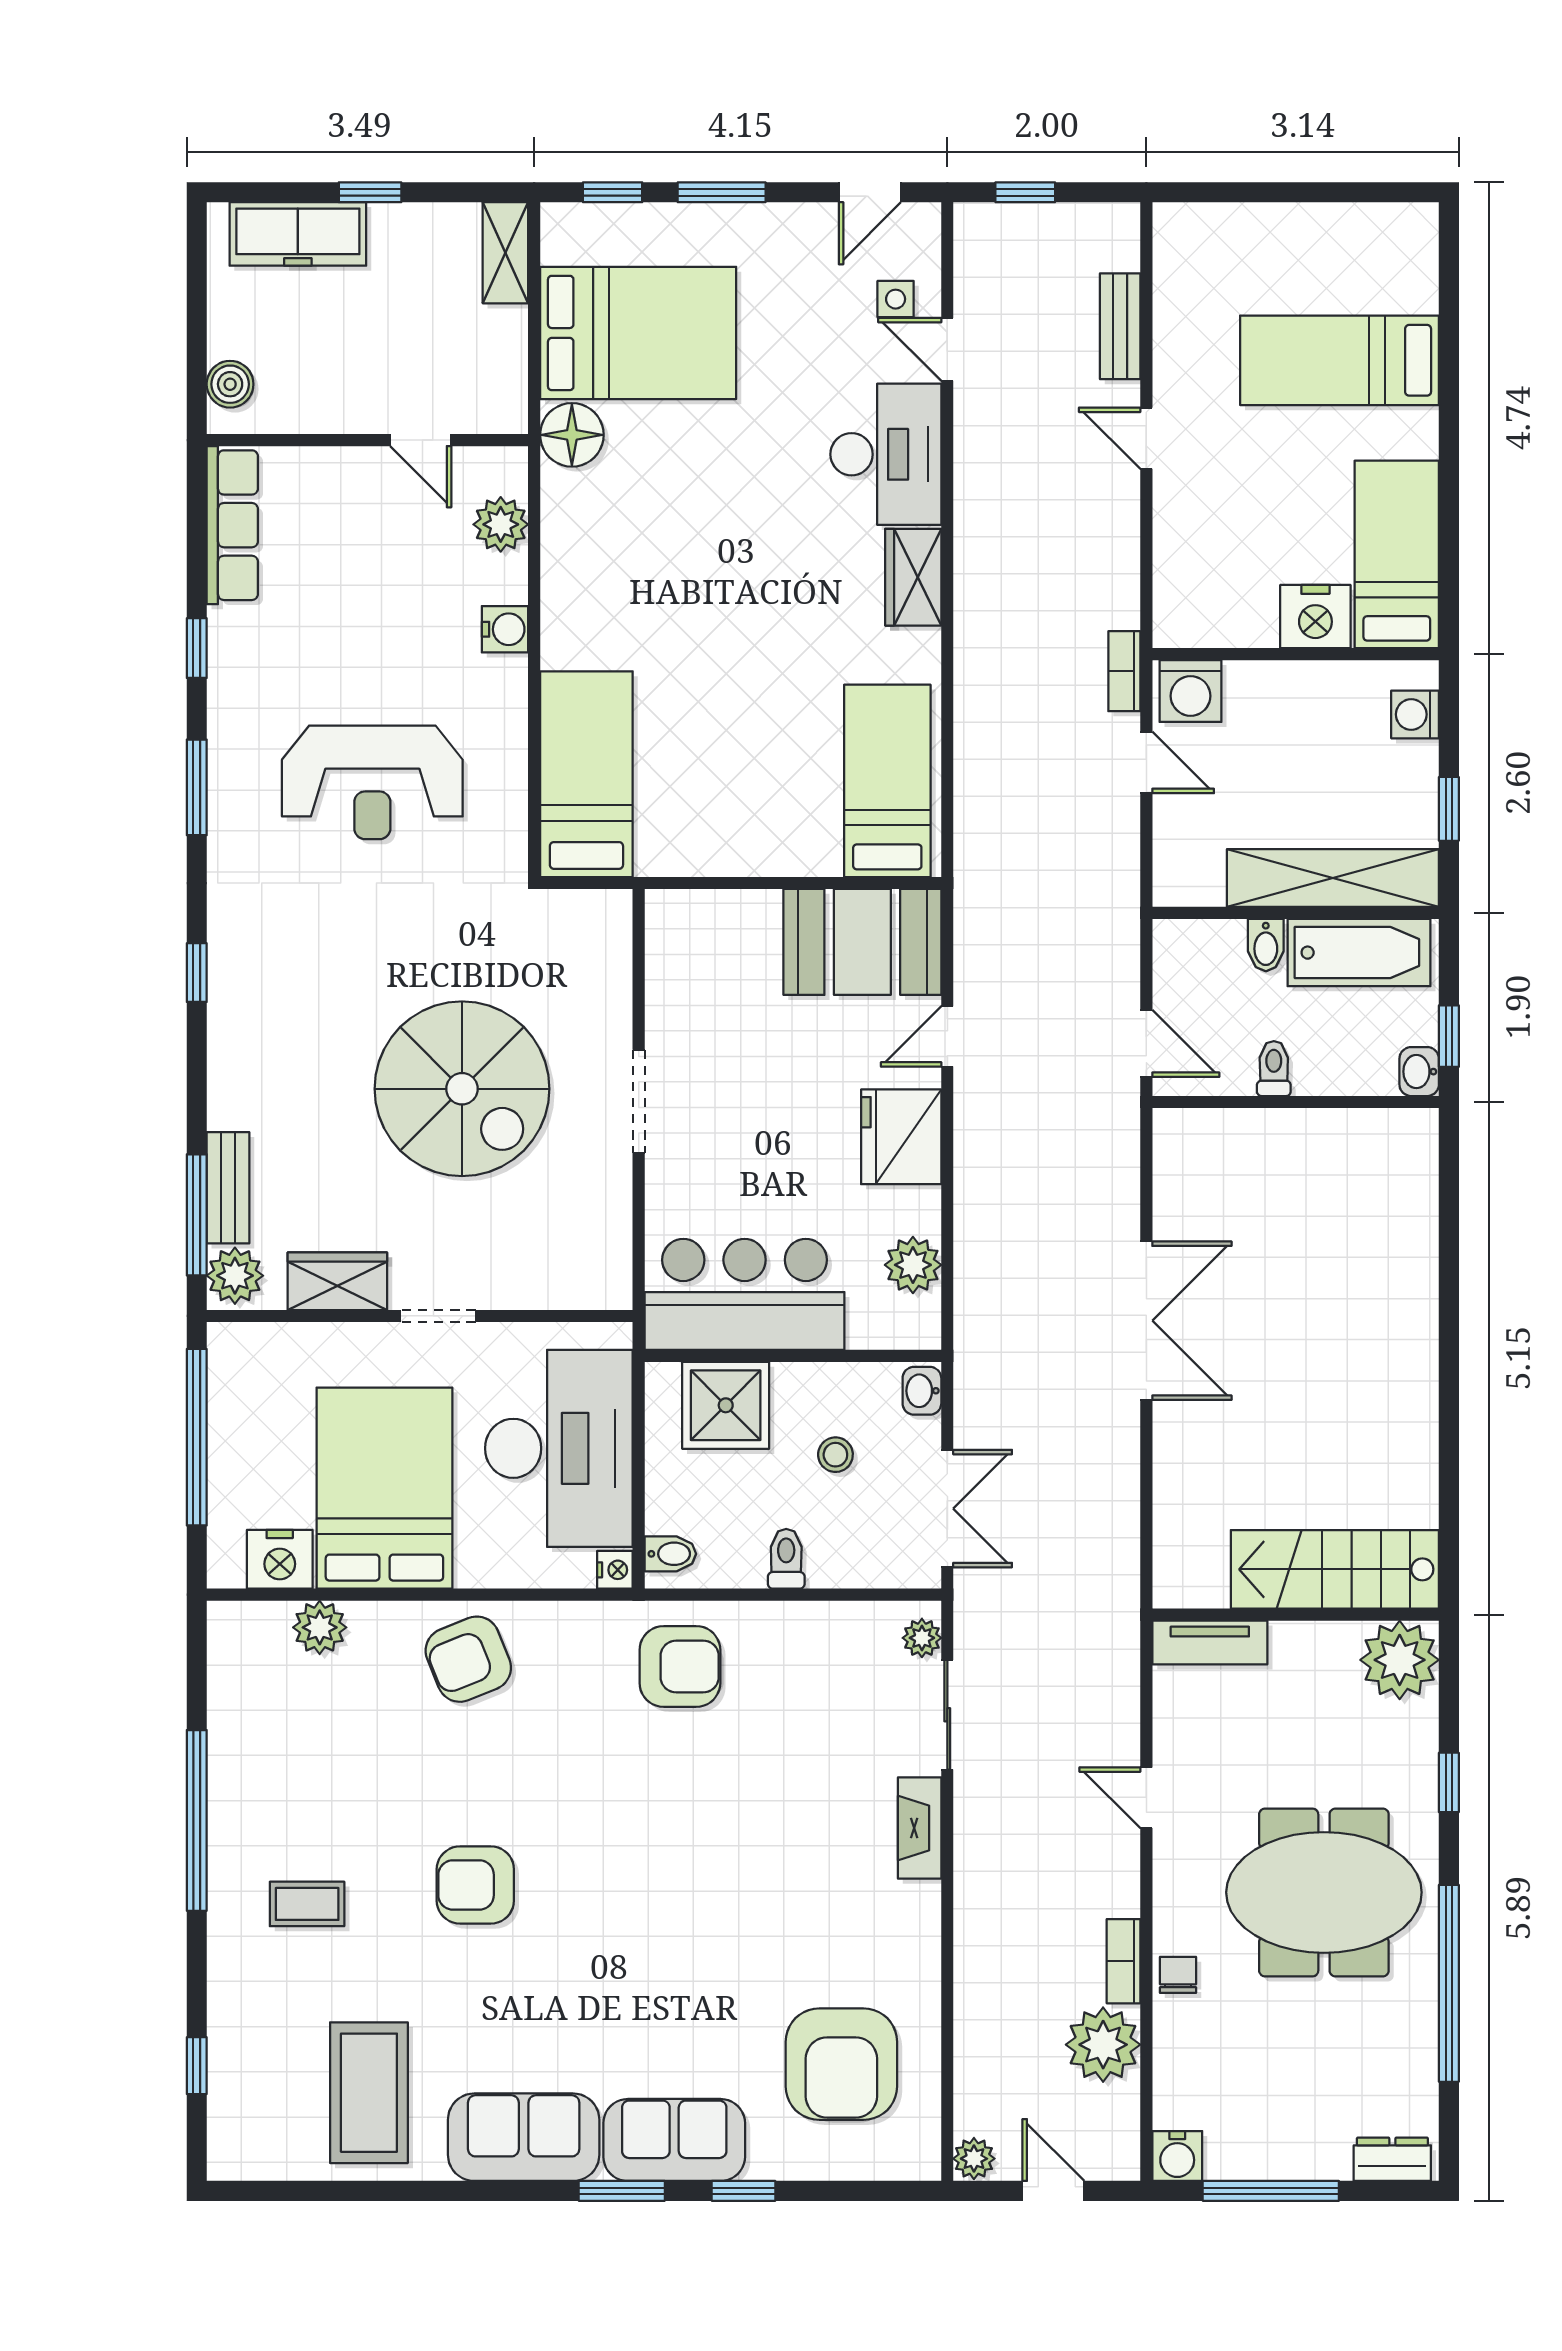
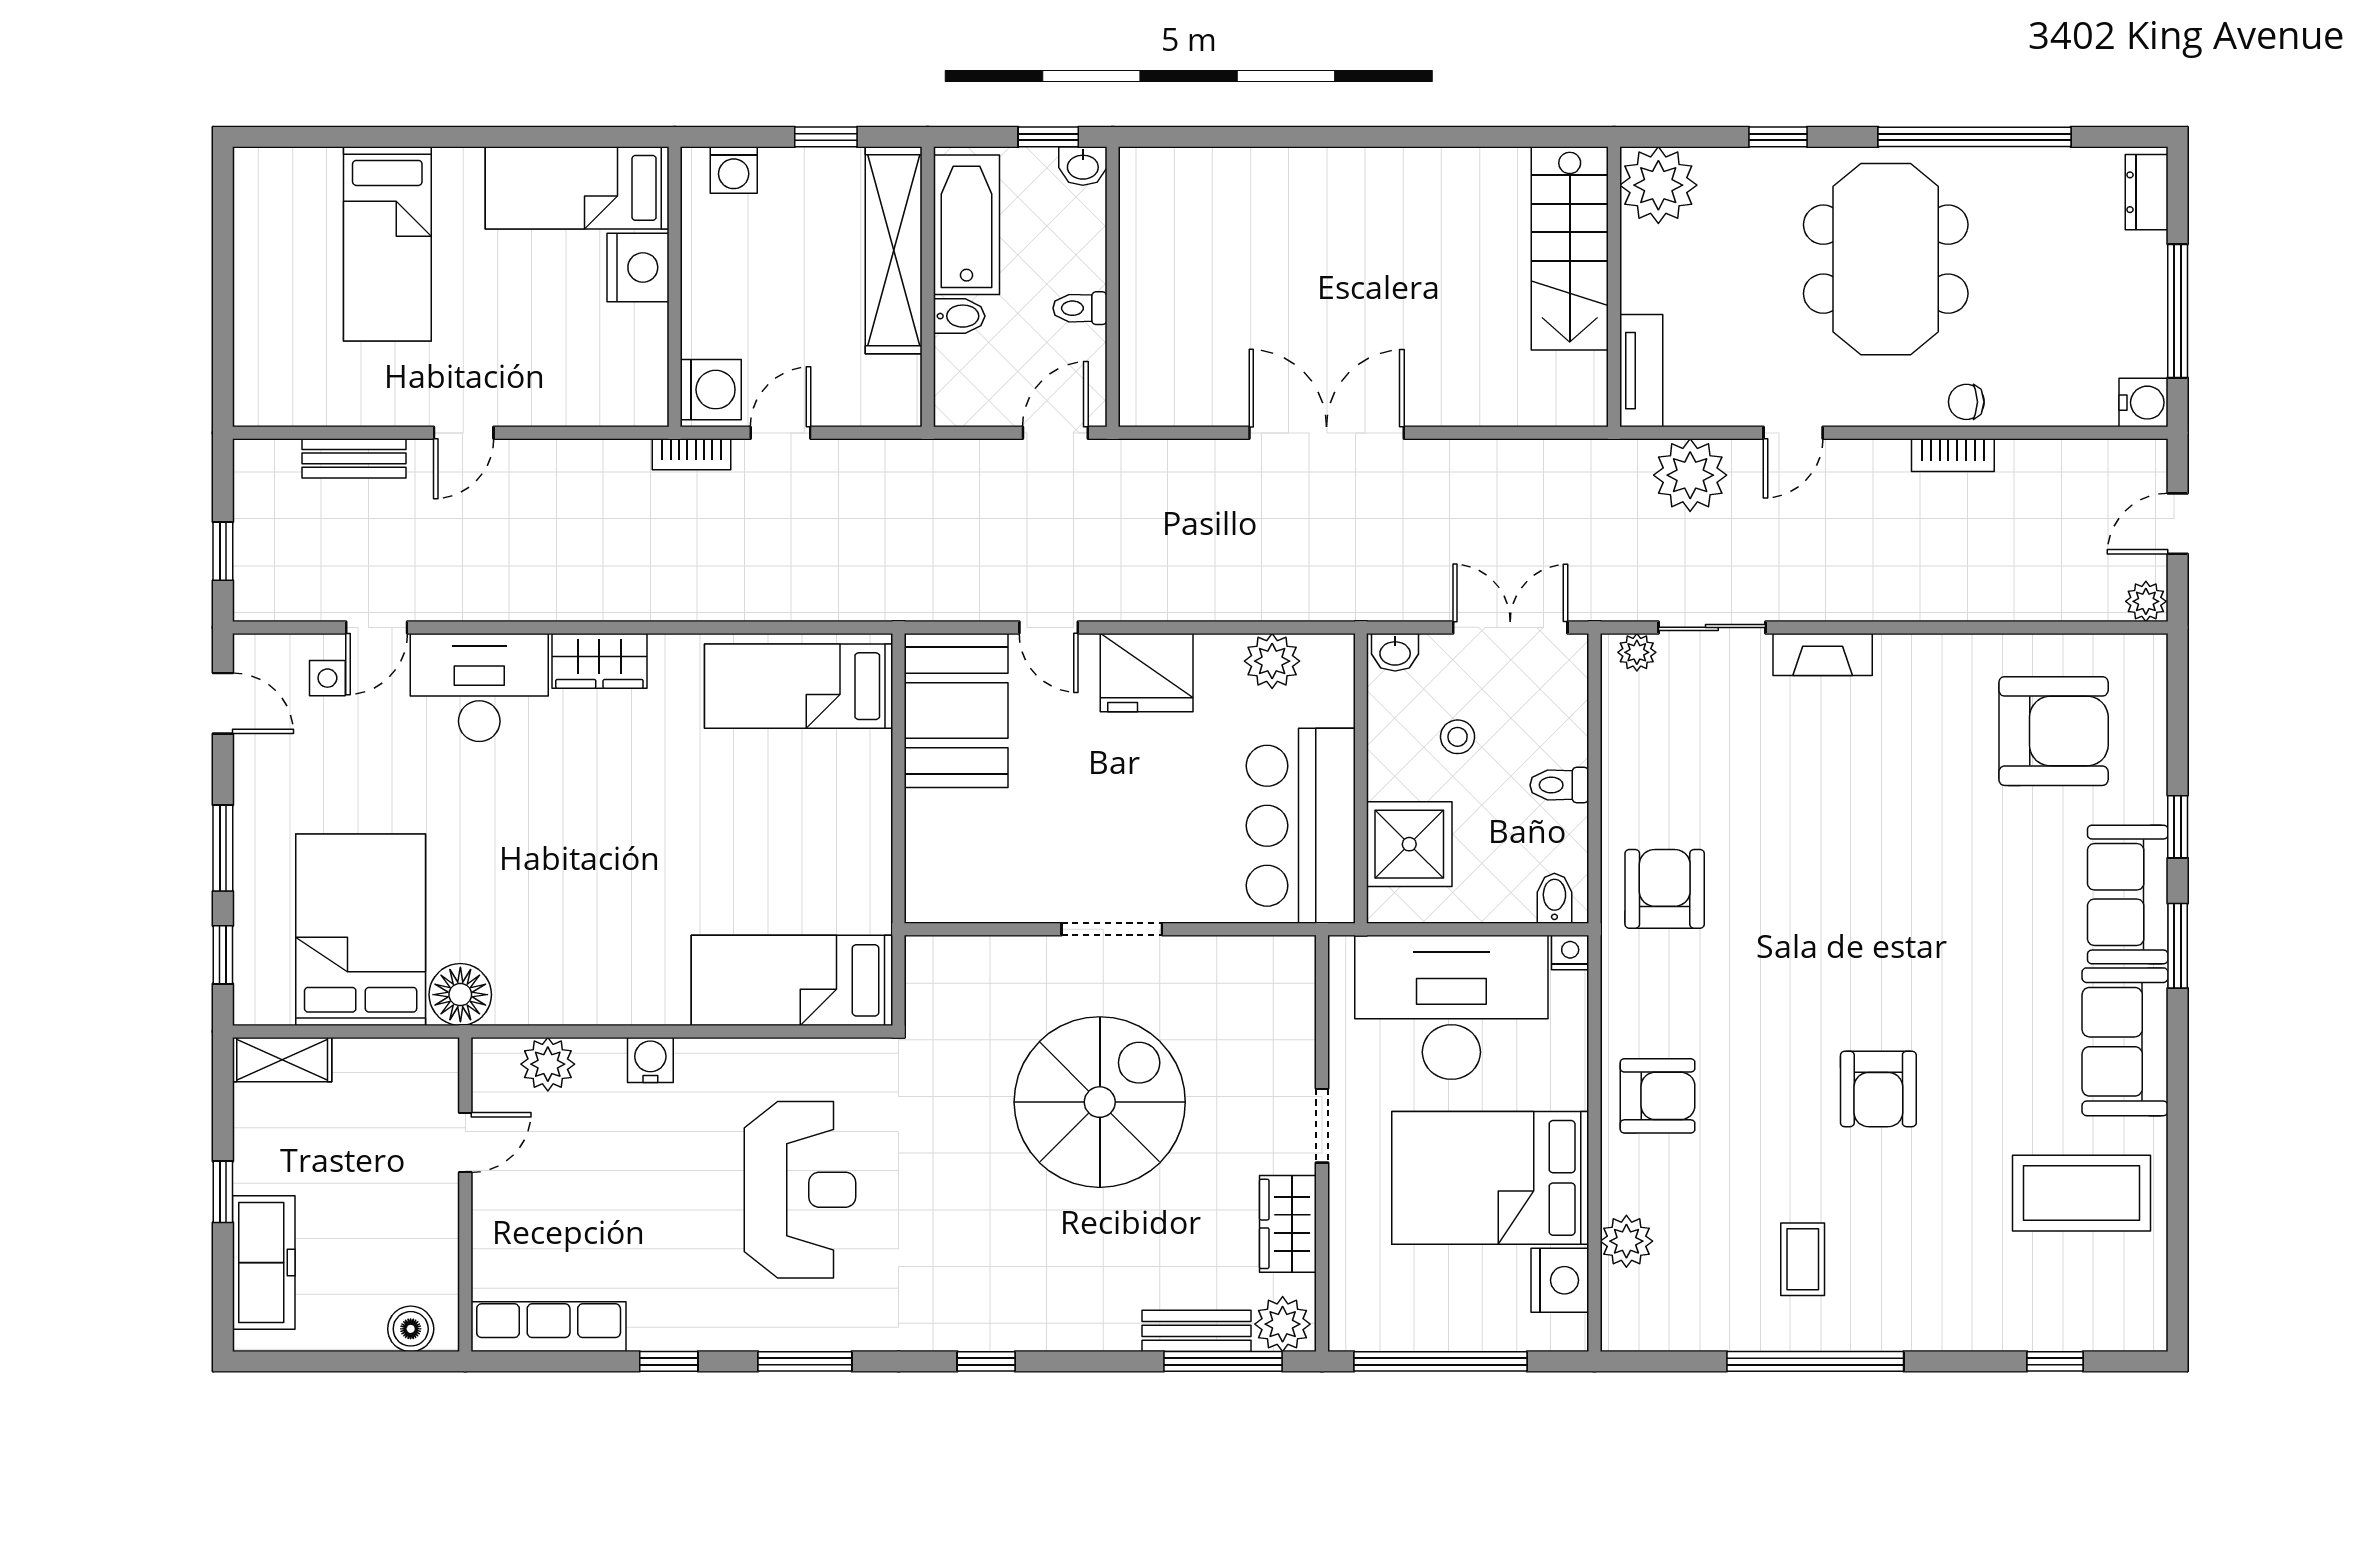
armchair: (468, 1659) -> (1658, 1096), turned -68
coffee table: (307, 1904) -> (1803, 1259), moved
plant: (1103, 2045) -> (1690, 475), moved

